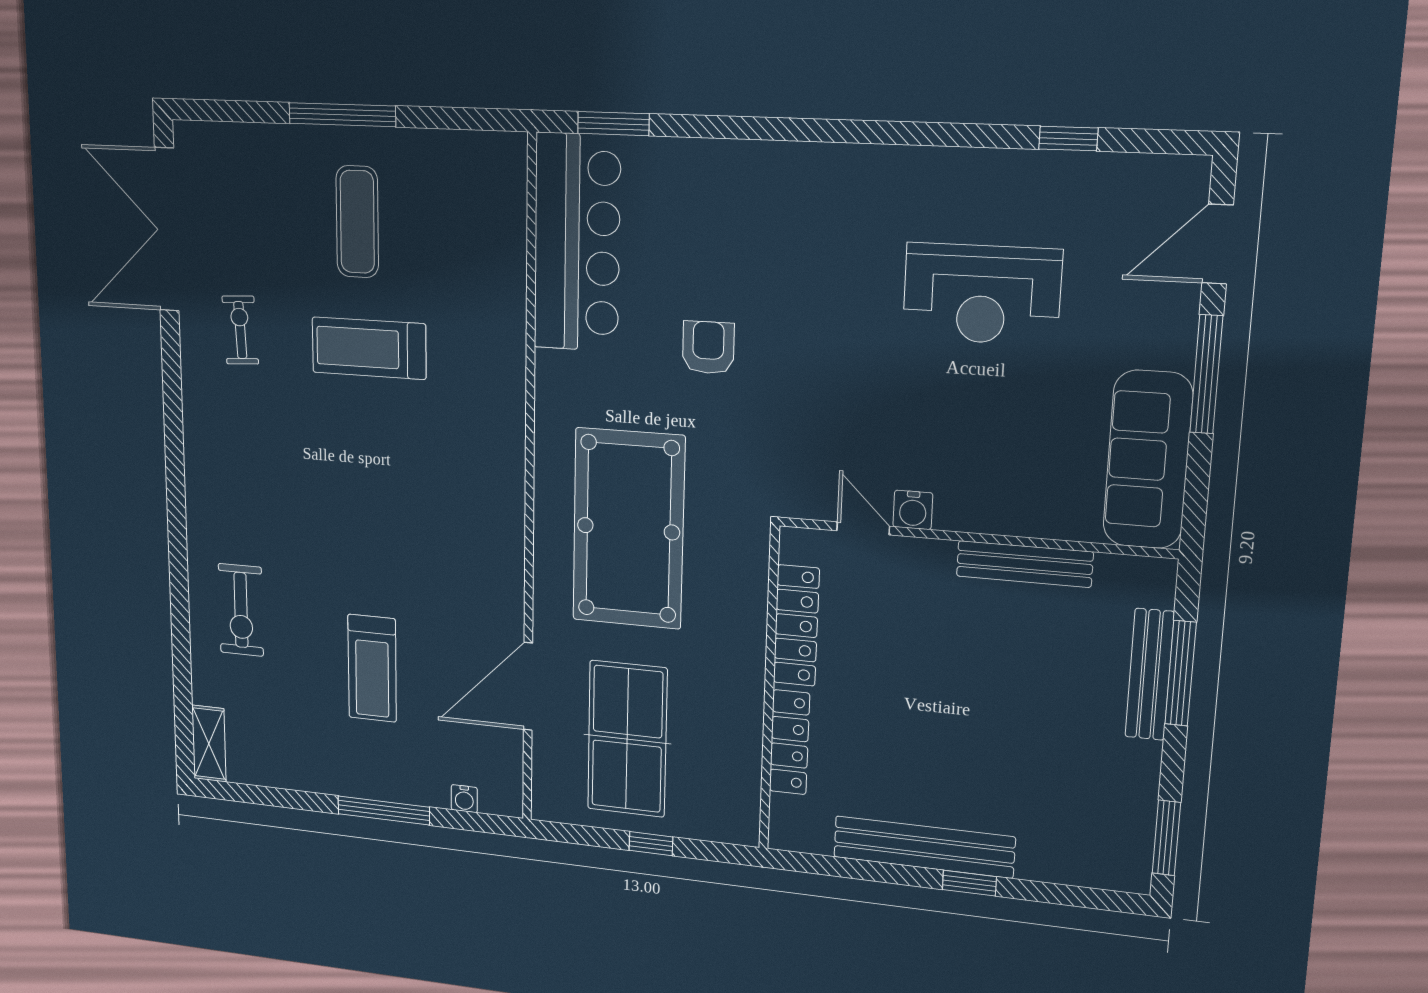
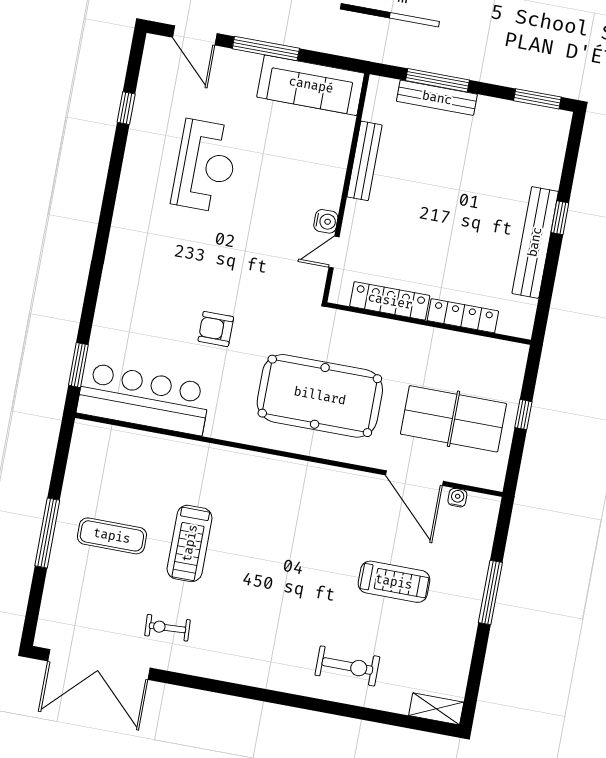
water cooler: (464, 799) -> (457, 498), moved, turned -90

